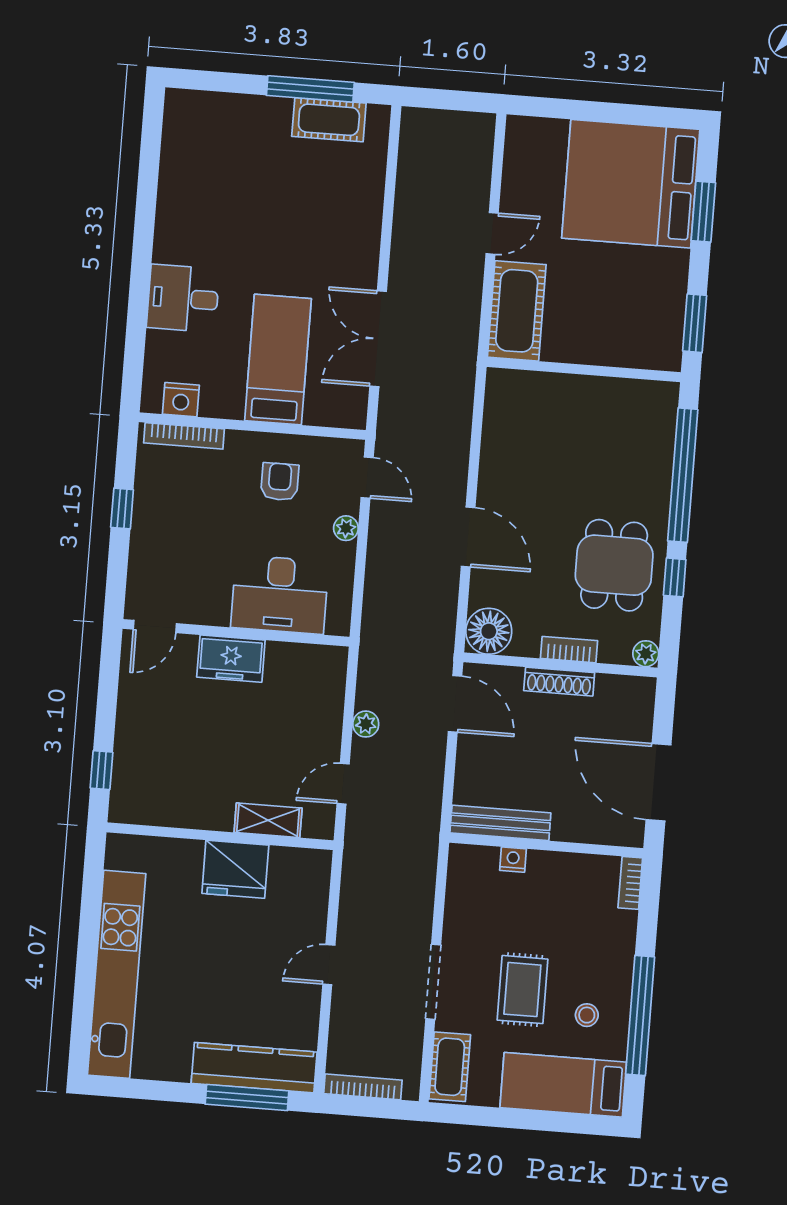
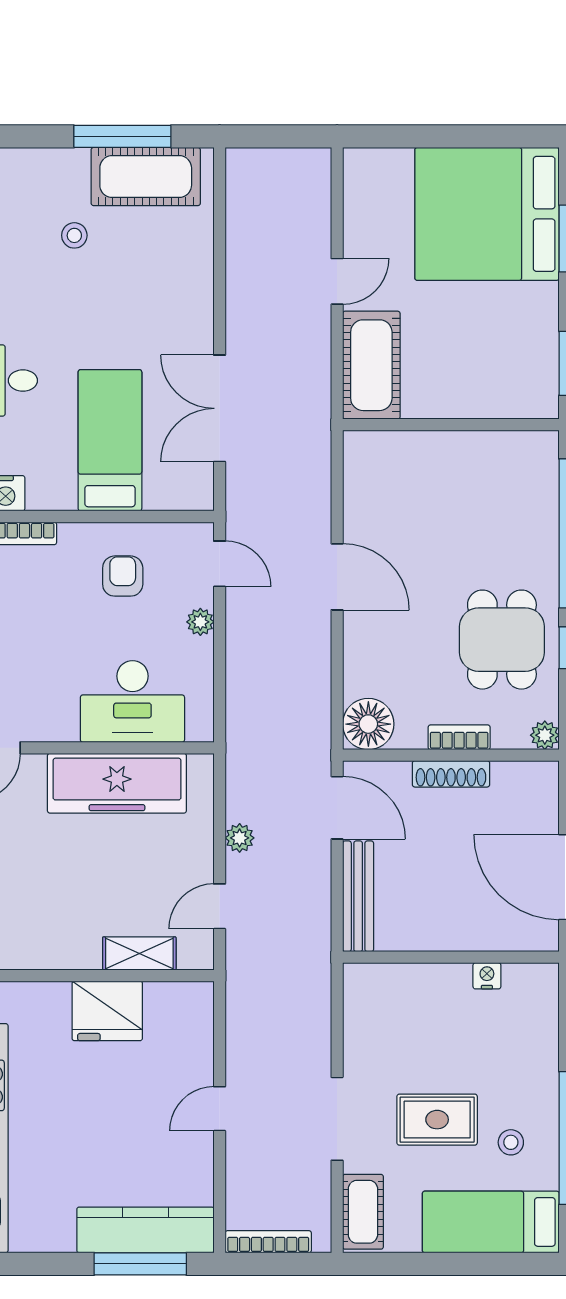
cot: (329, 120) -> (146, 177), width x1.37, depth x1.34
stool: (260, 174) -> (74, 235), added
door: (468, 537) -> (337, 577), moved
freezer: (231, 659) -> (117, 783), width x1.91, depth x1.26
bench: (500, 823) -> (358, 896), moved, turned 90
nightstand: (513, 860) -> (487, 976), moved
bookcase: (630, 883) -> (548, 992), removed
rug: (522, 990) -> (437, 1120), turned 90

